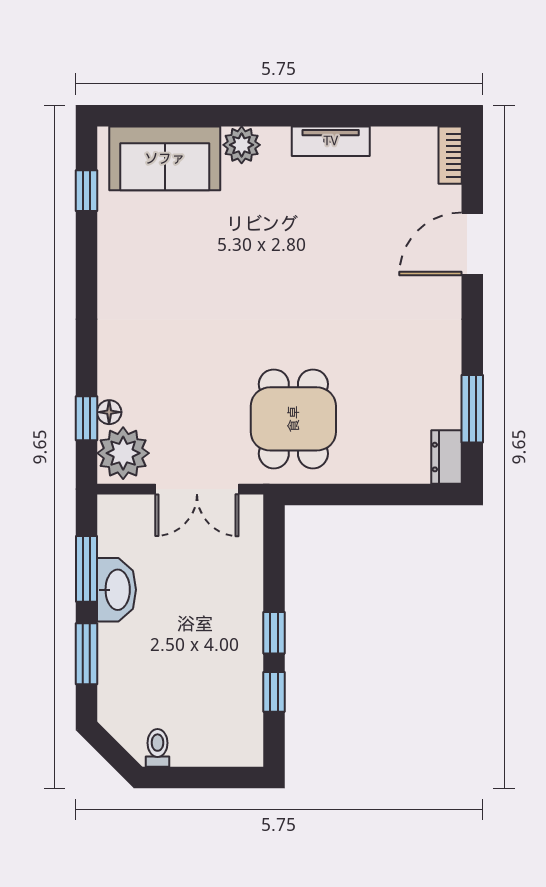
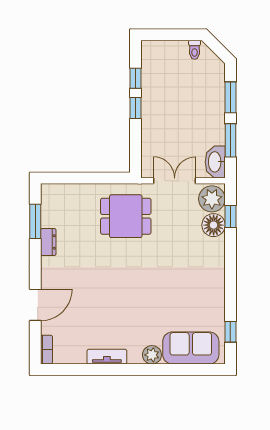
floor lamp: (109, 412) -> (214, 225), width x1.89, depth x1.89
dining table: (293, 419) -> (126, 216), turned 90
dresser: (447, 457) -> (48, 242), moved
washbasin: (116, 590) -> (215, 162), moved

